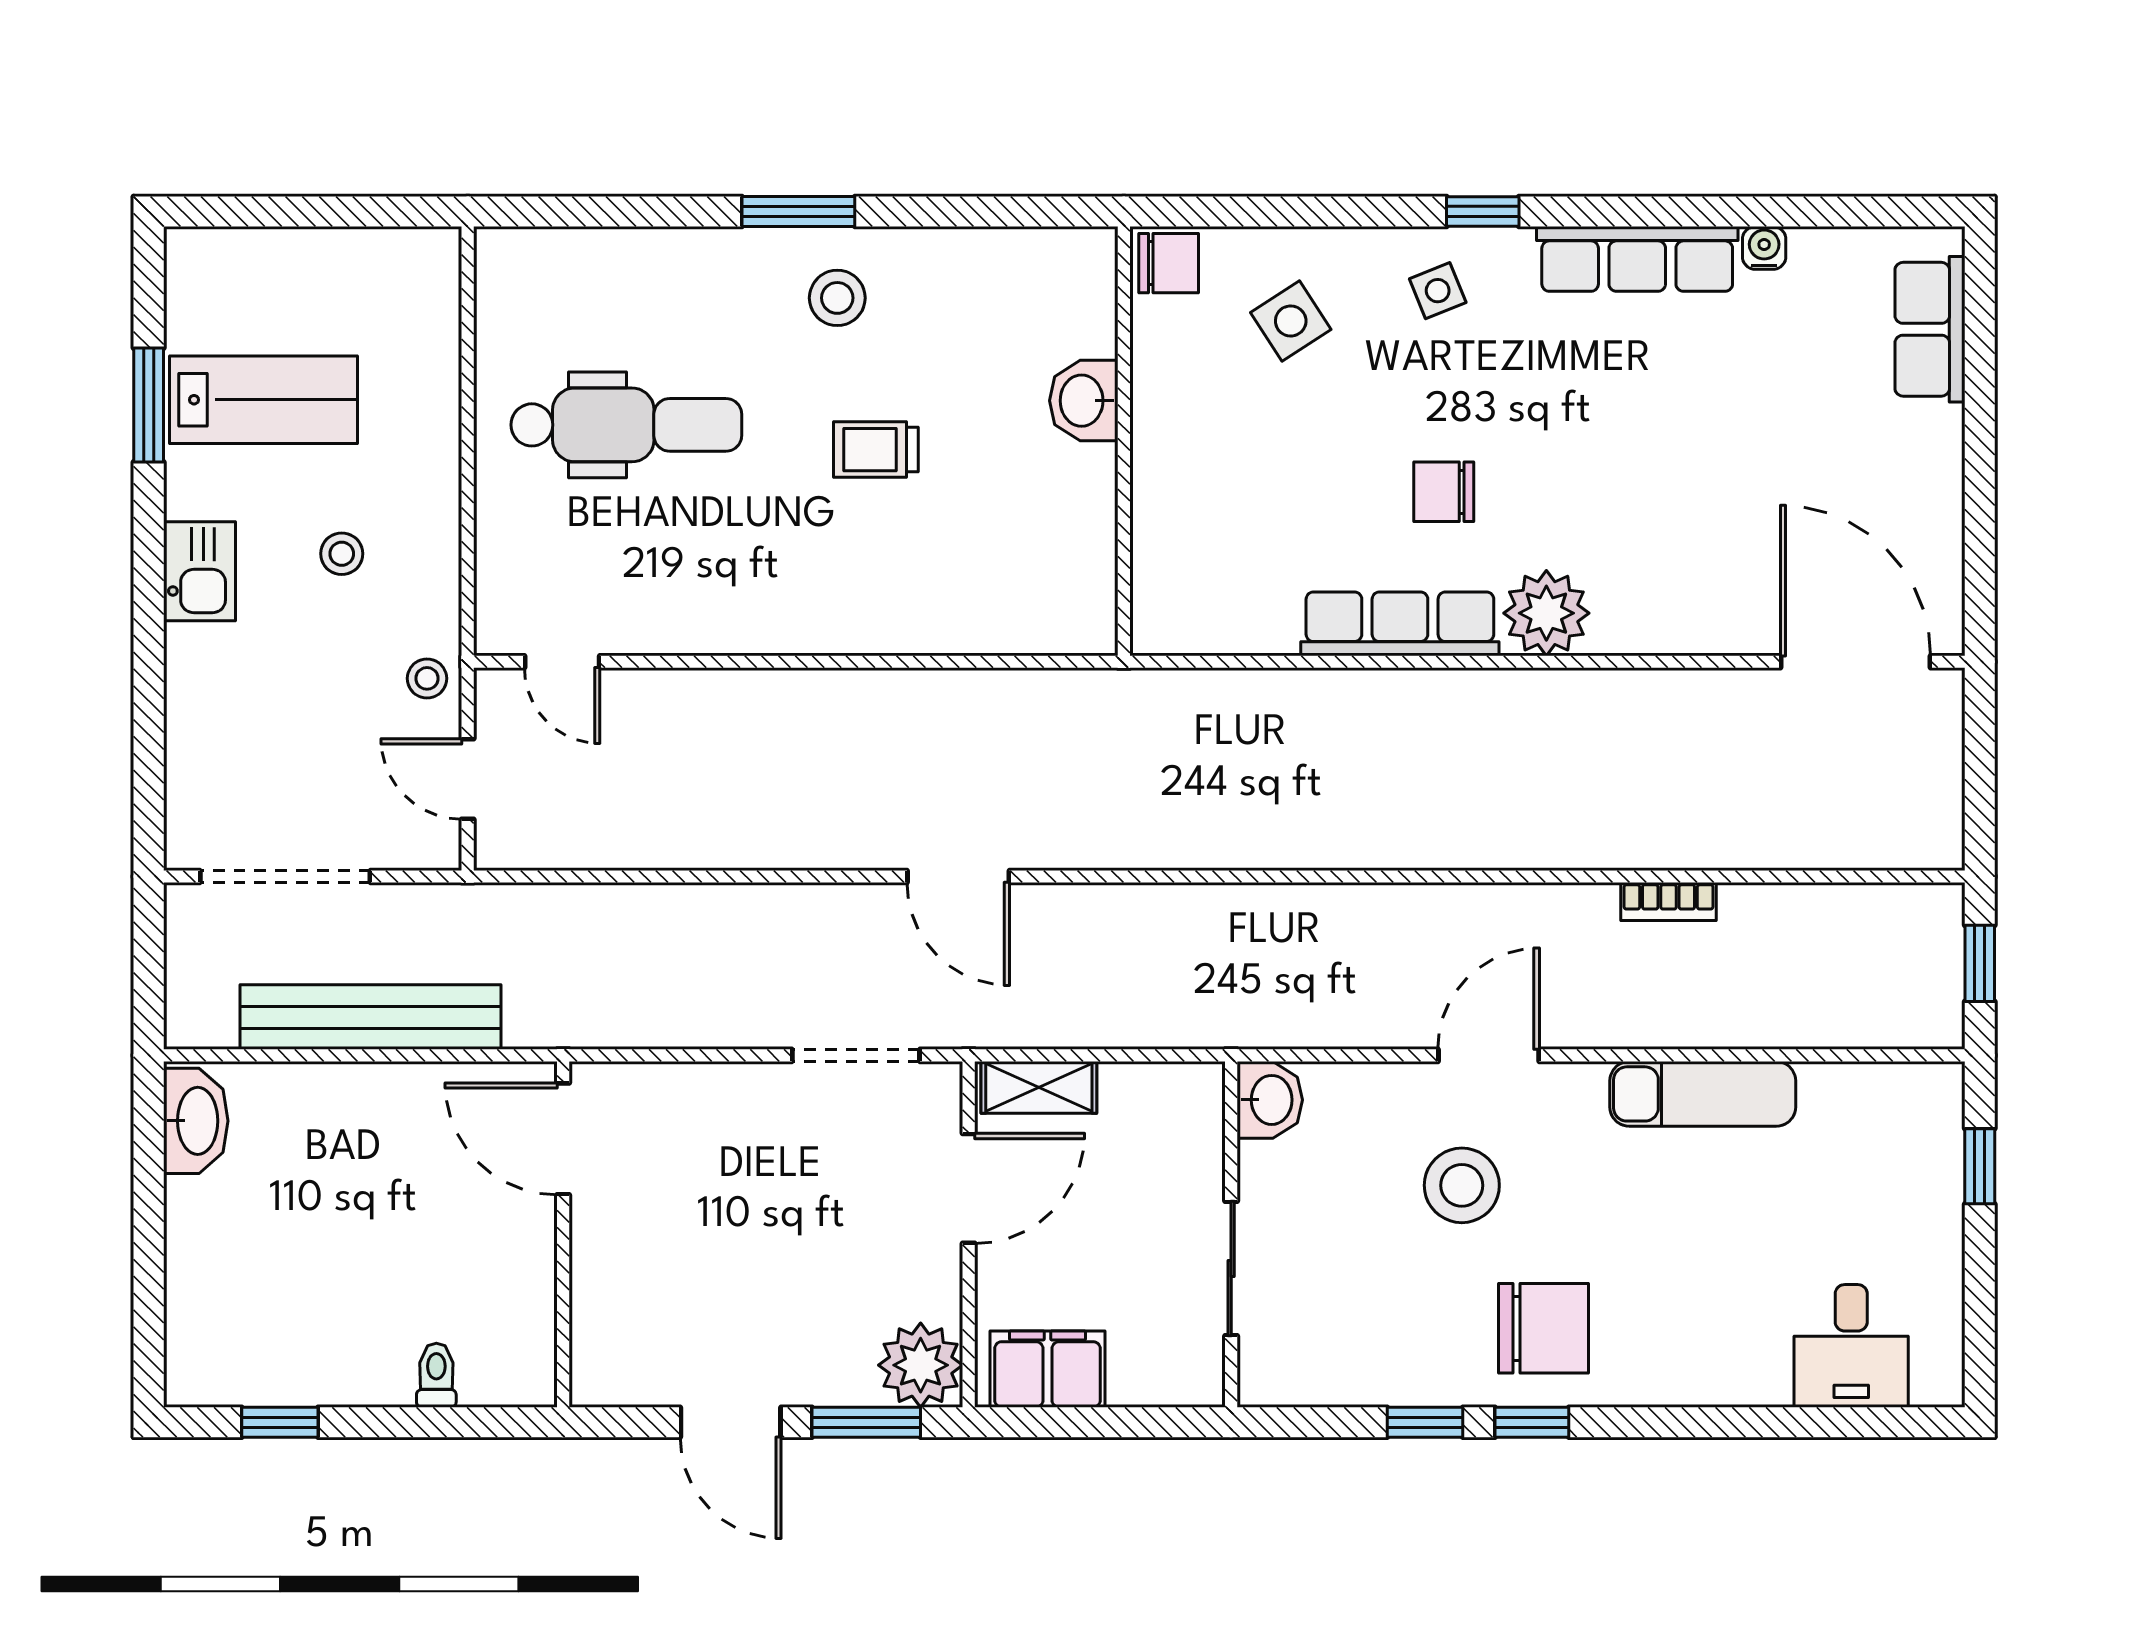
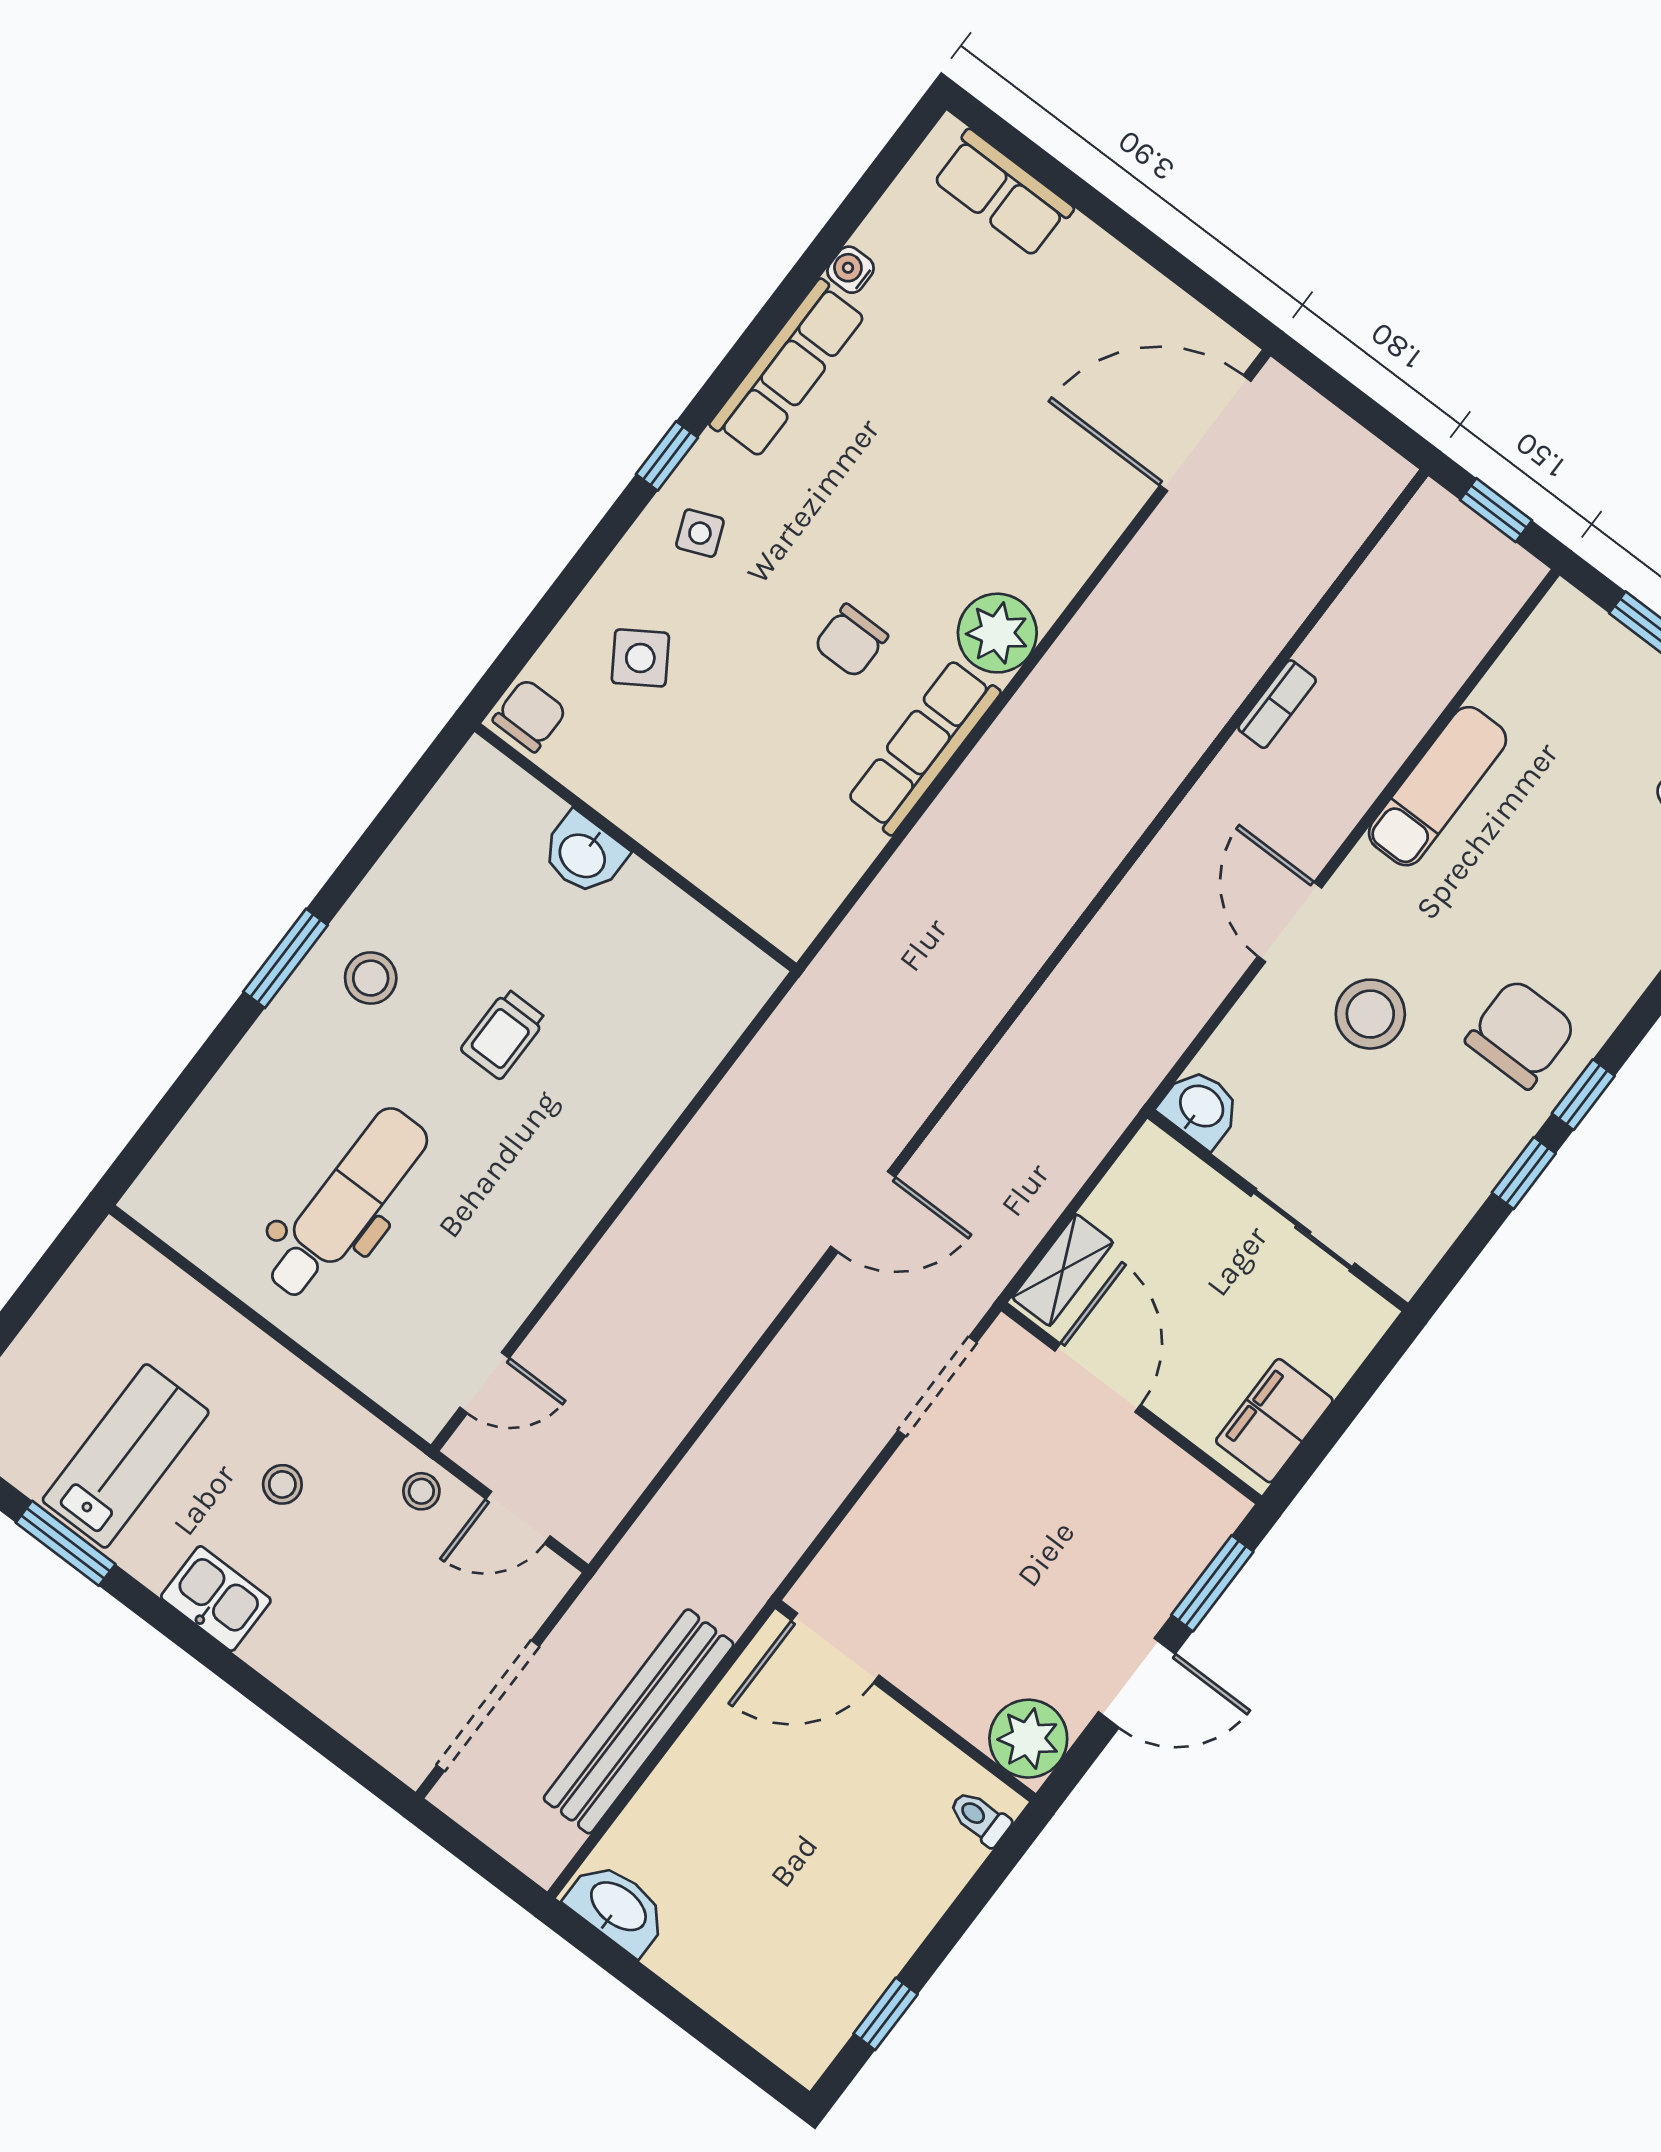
plant: (921, 1365) -> (1028, 1739), moved
toilet: (436, 1375) -> (980, 1818), moved

